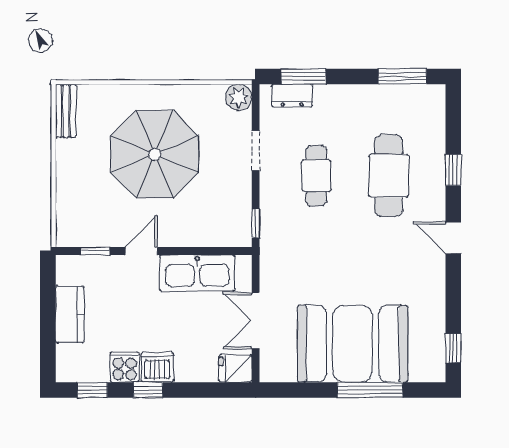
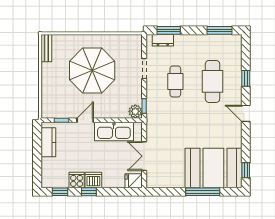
plant: (239, 97) -> (135, 111), moved
kitchen counter: (70, 314) -> (48, 142), moved
booth: (353, 344) -> (213, 168), moved

